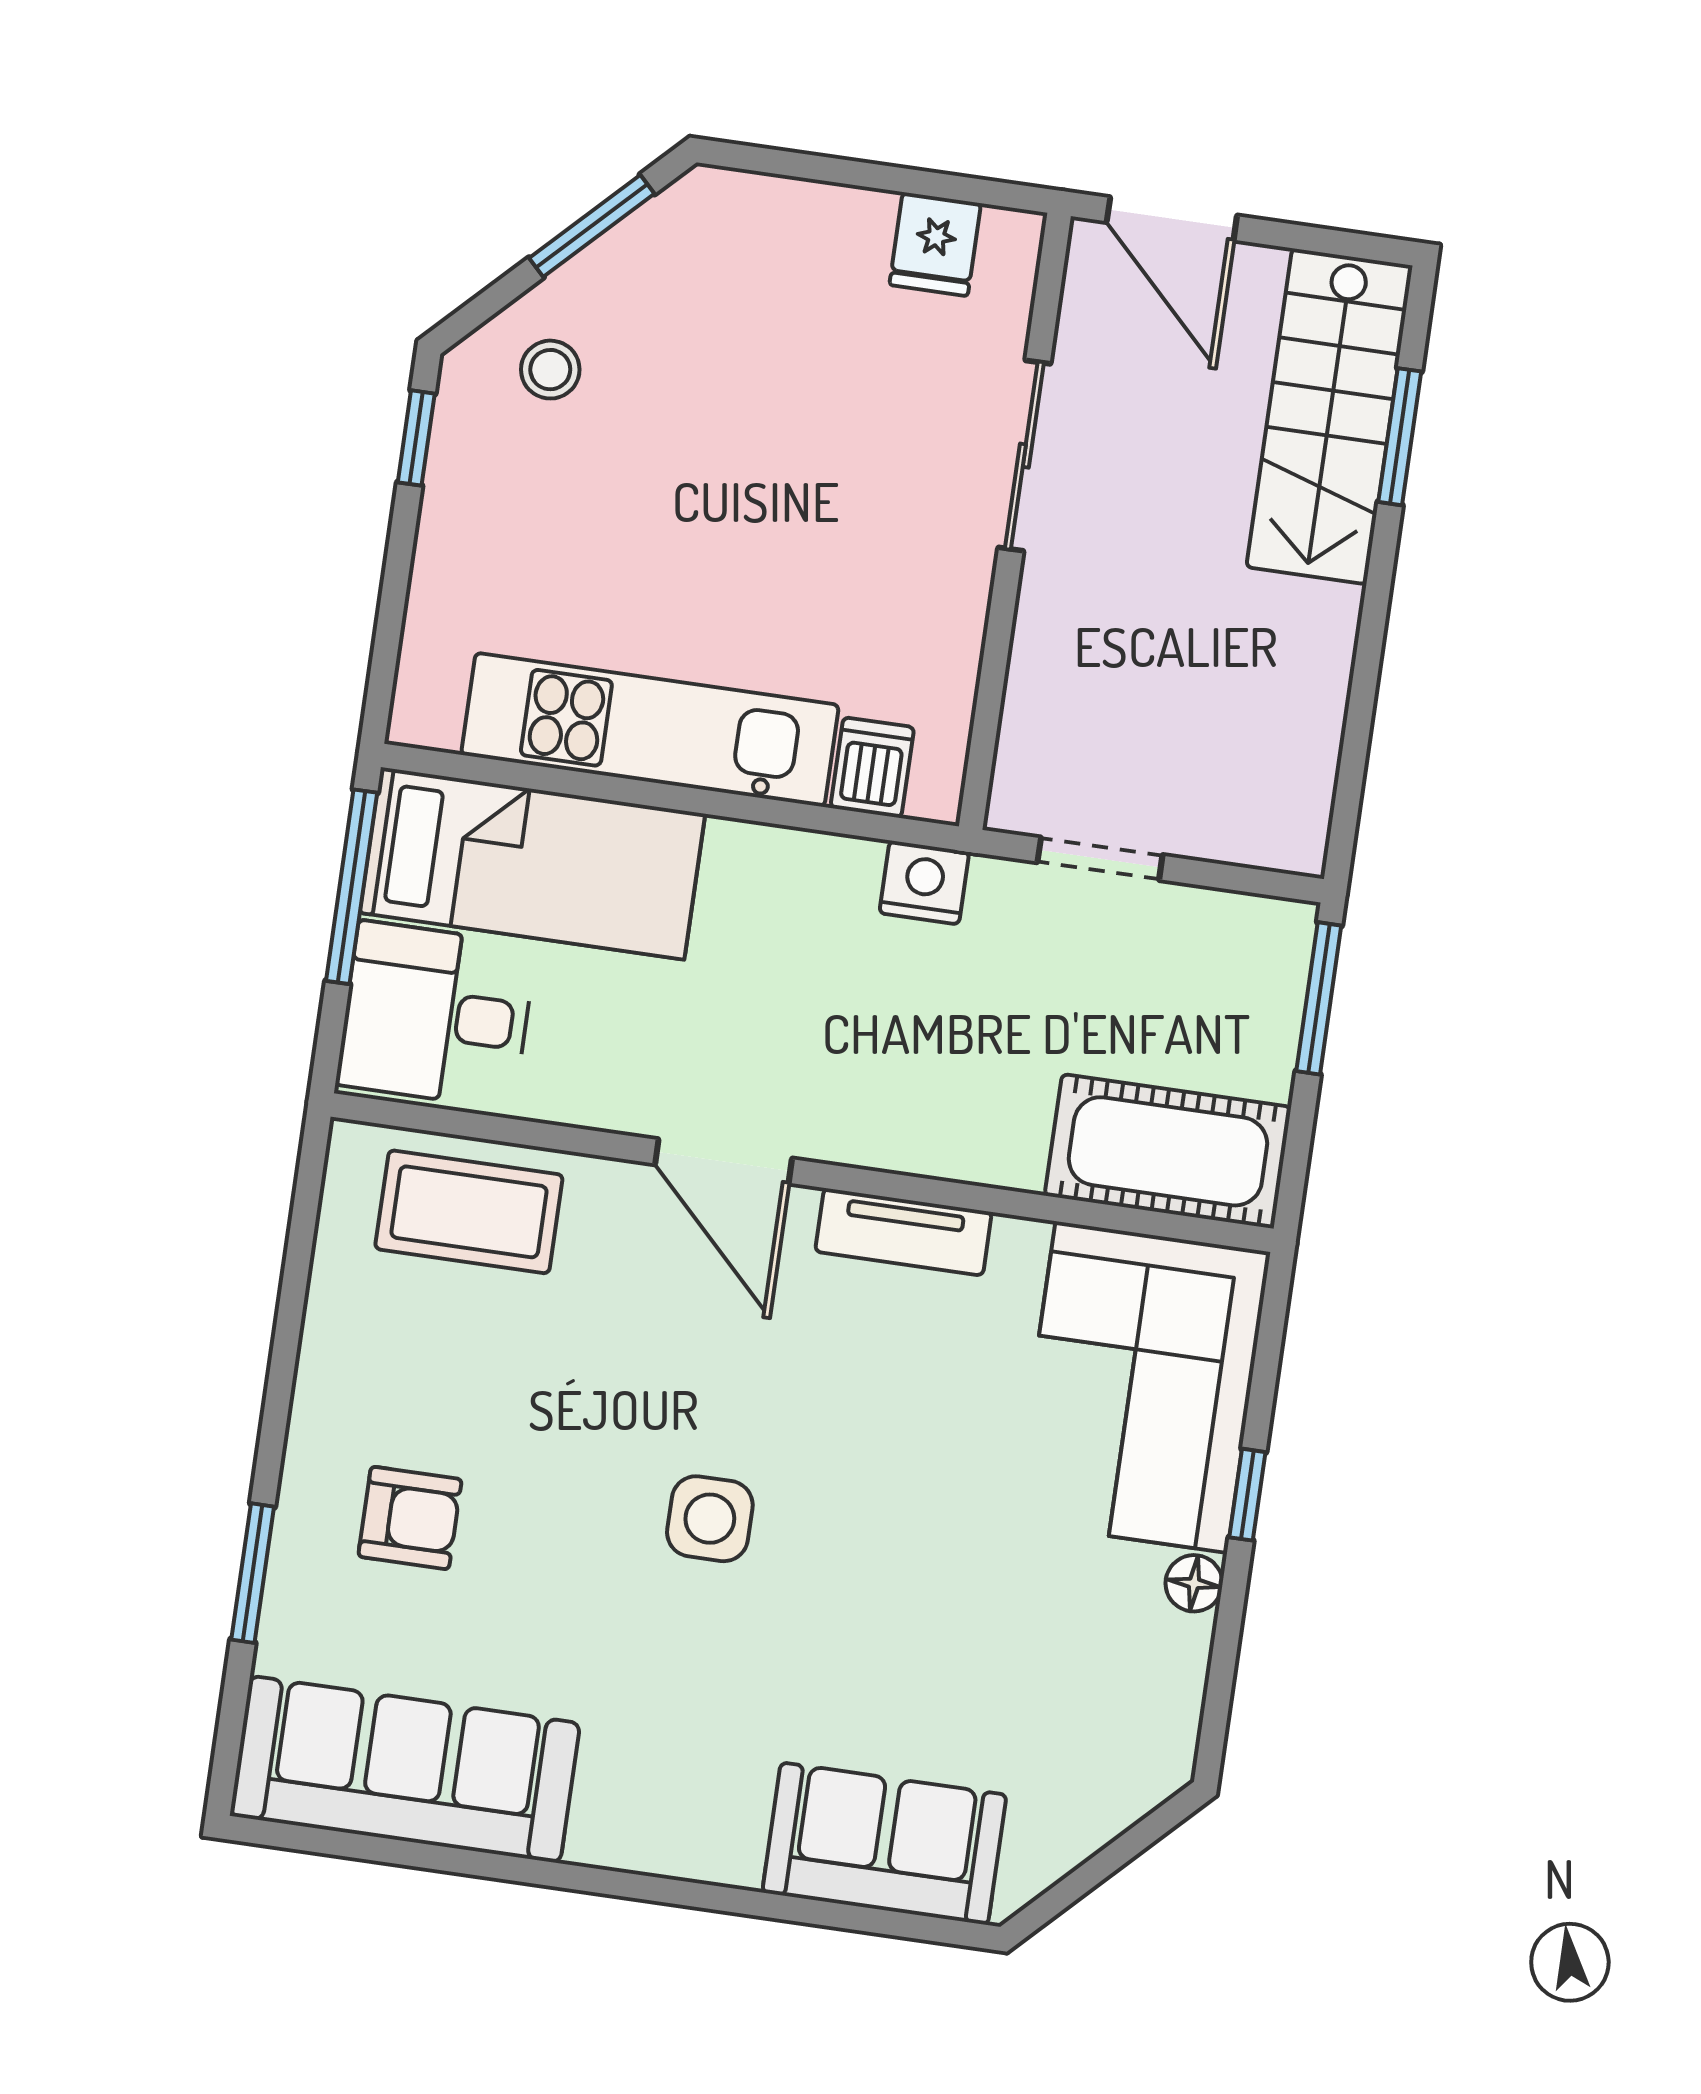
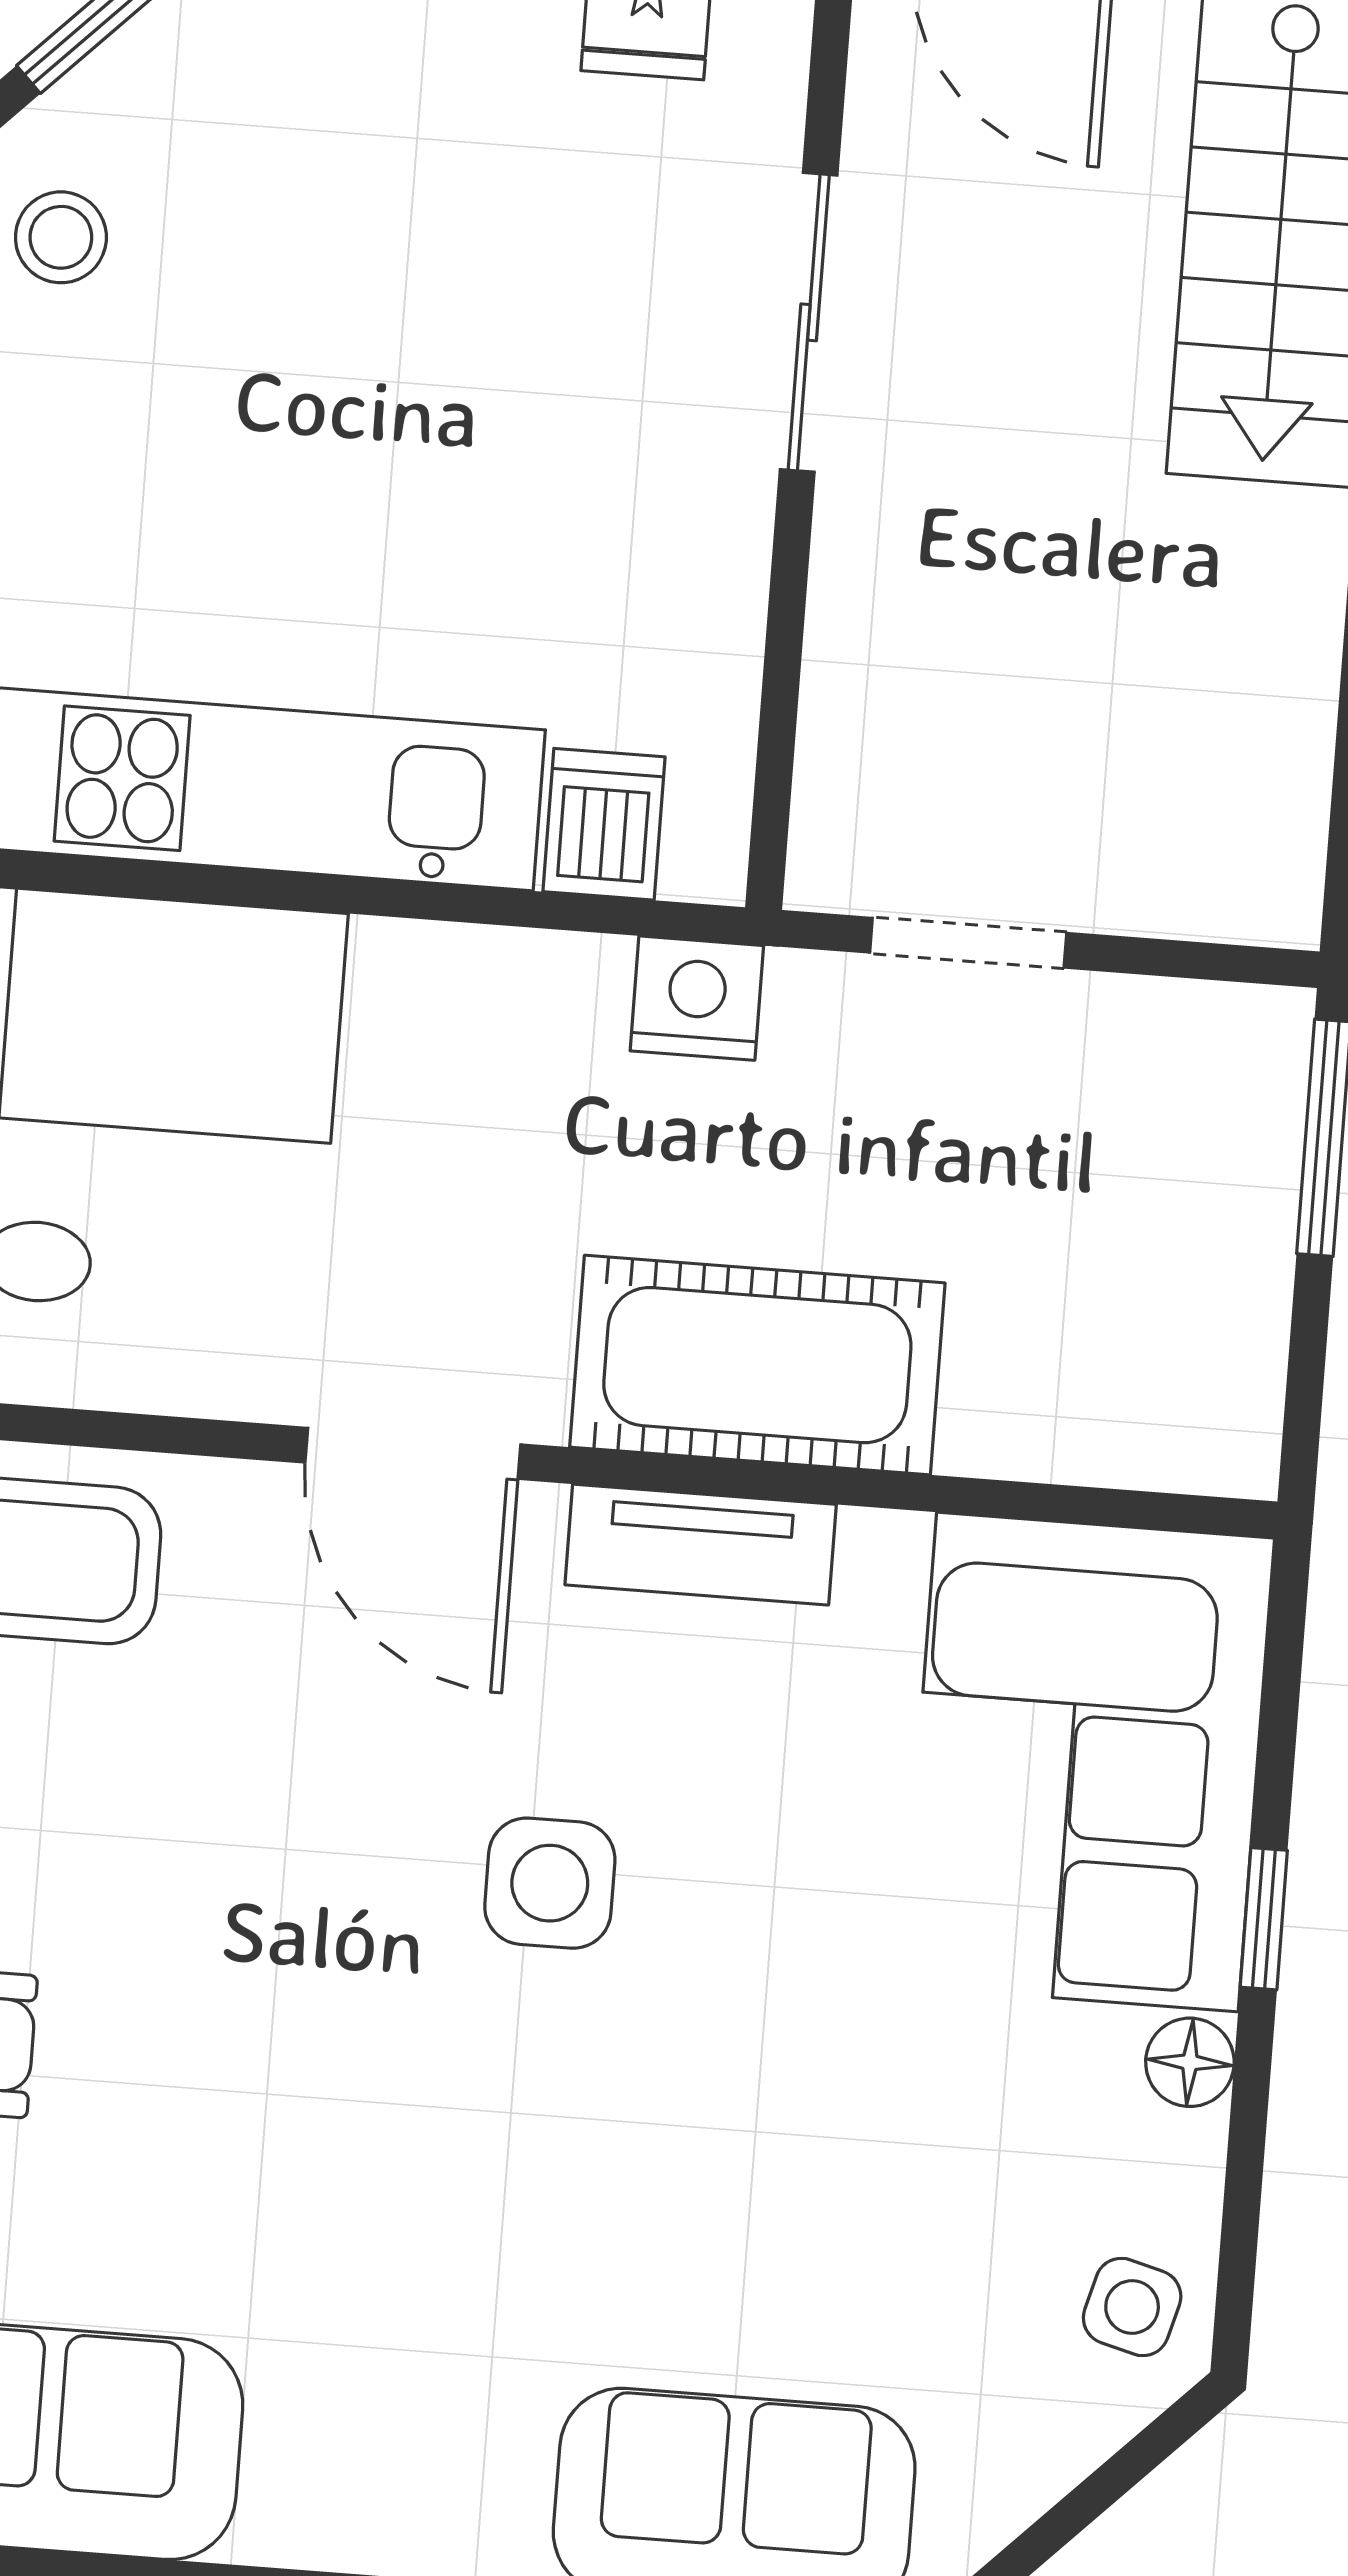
cot: (1168, 1151) -> (757, 1365), moved
side table: (710, 1519) -> (550, 1883), moved
side table: (1147, 1737) -> (1132, 2307), added

